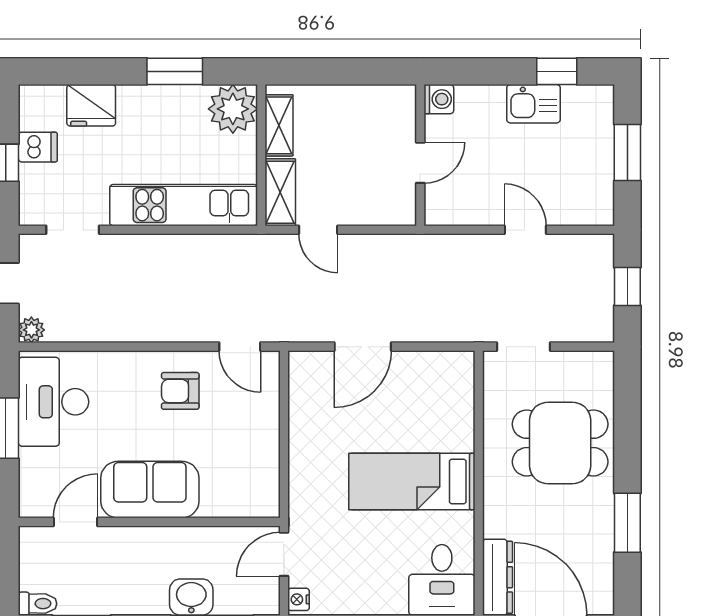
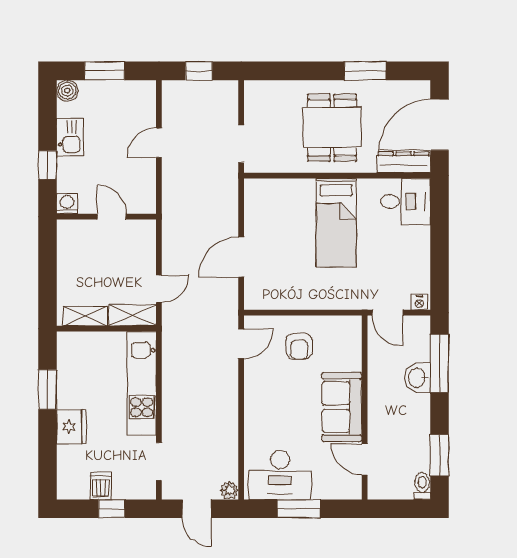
window: (557, 71) -> (47, 165), moved
boiler: (599, 100) -> (67, 91), added
fridge: (91, 105) -> (71, 427), moved
plant: (233, 109) -> (74, 349), removed
door: (363, 347) -> (241, 257), swing flipped
armchair: (180, 391) -> (299, 346), moved
dining table: (560, 443) -> (332, 128), moved

